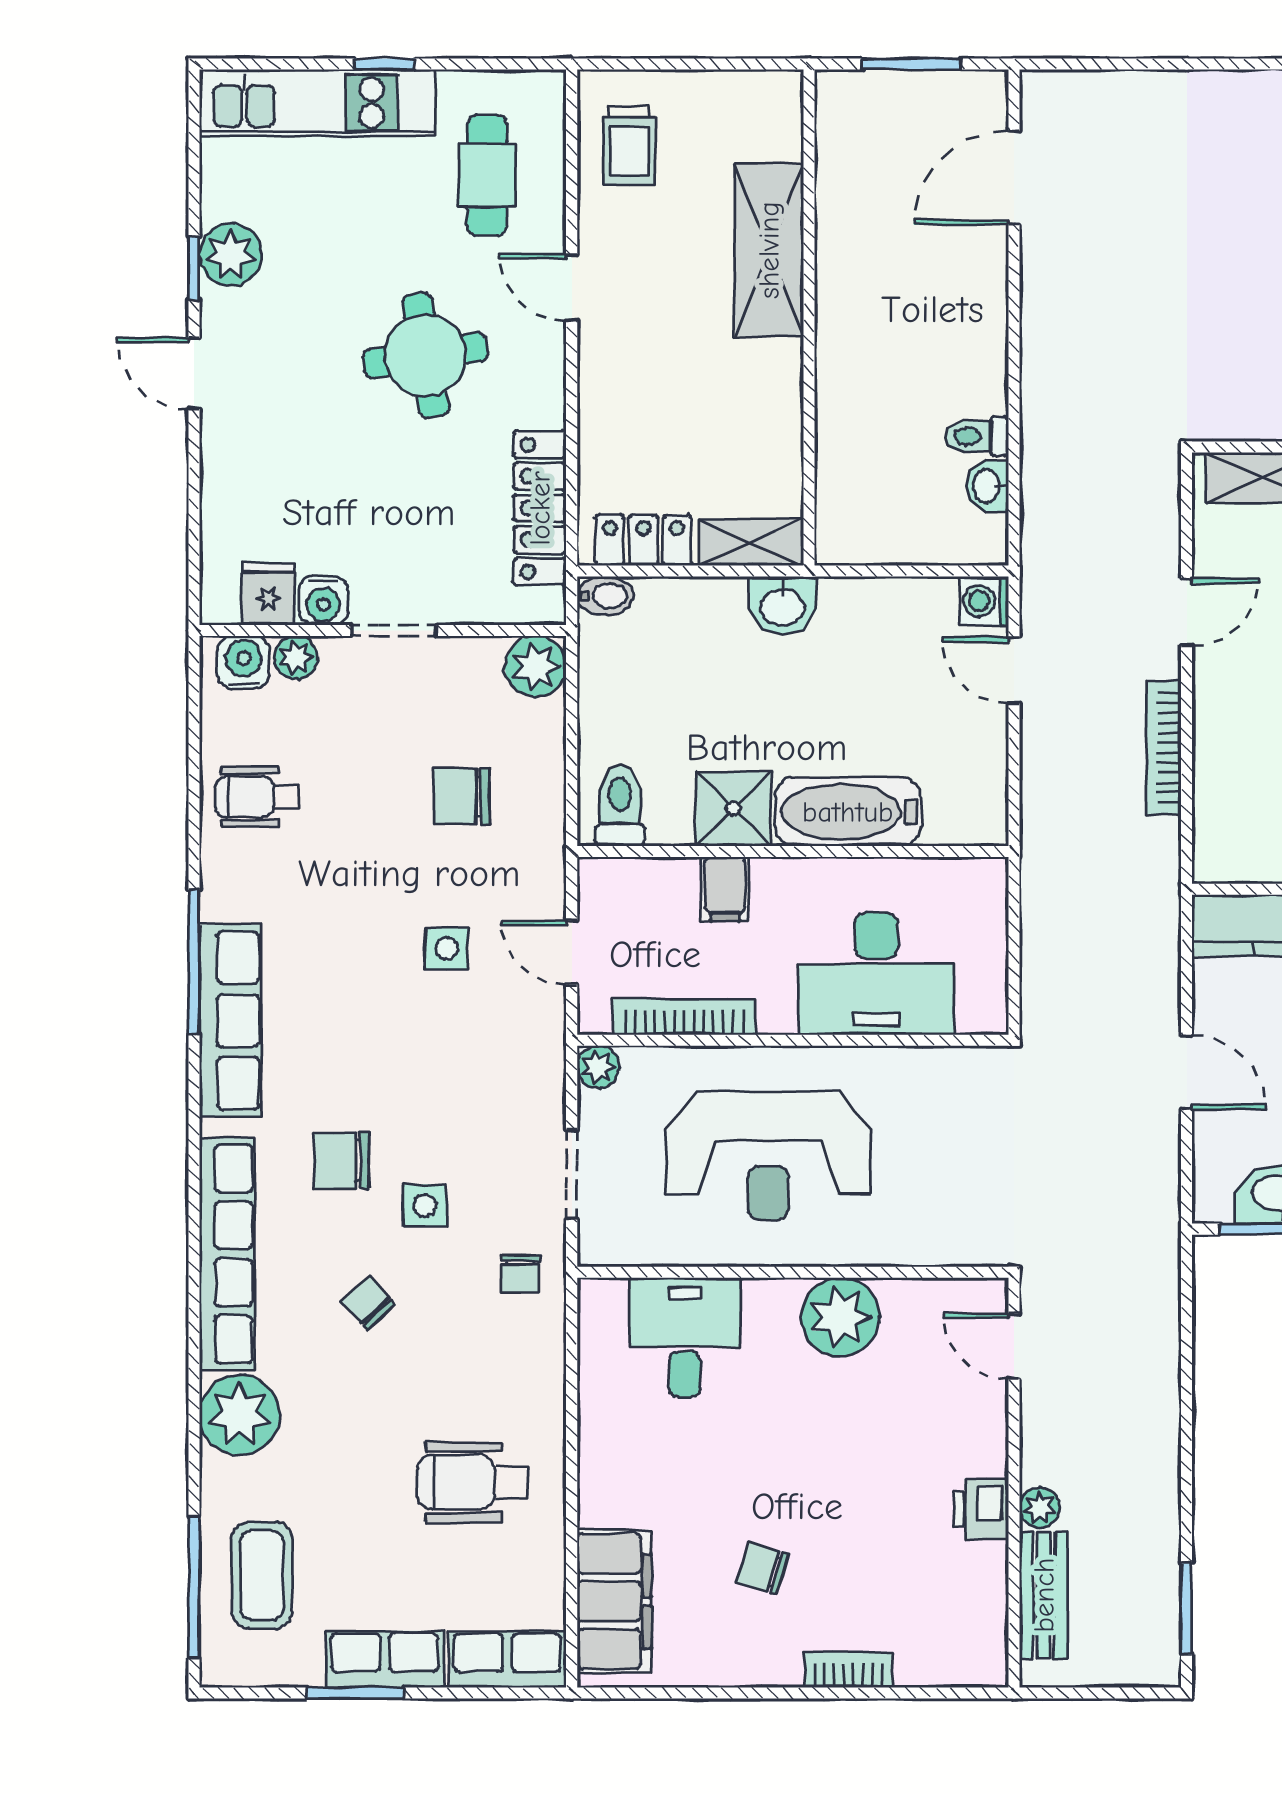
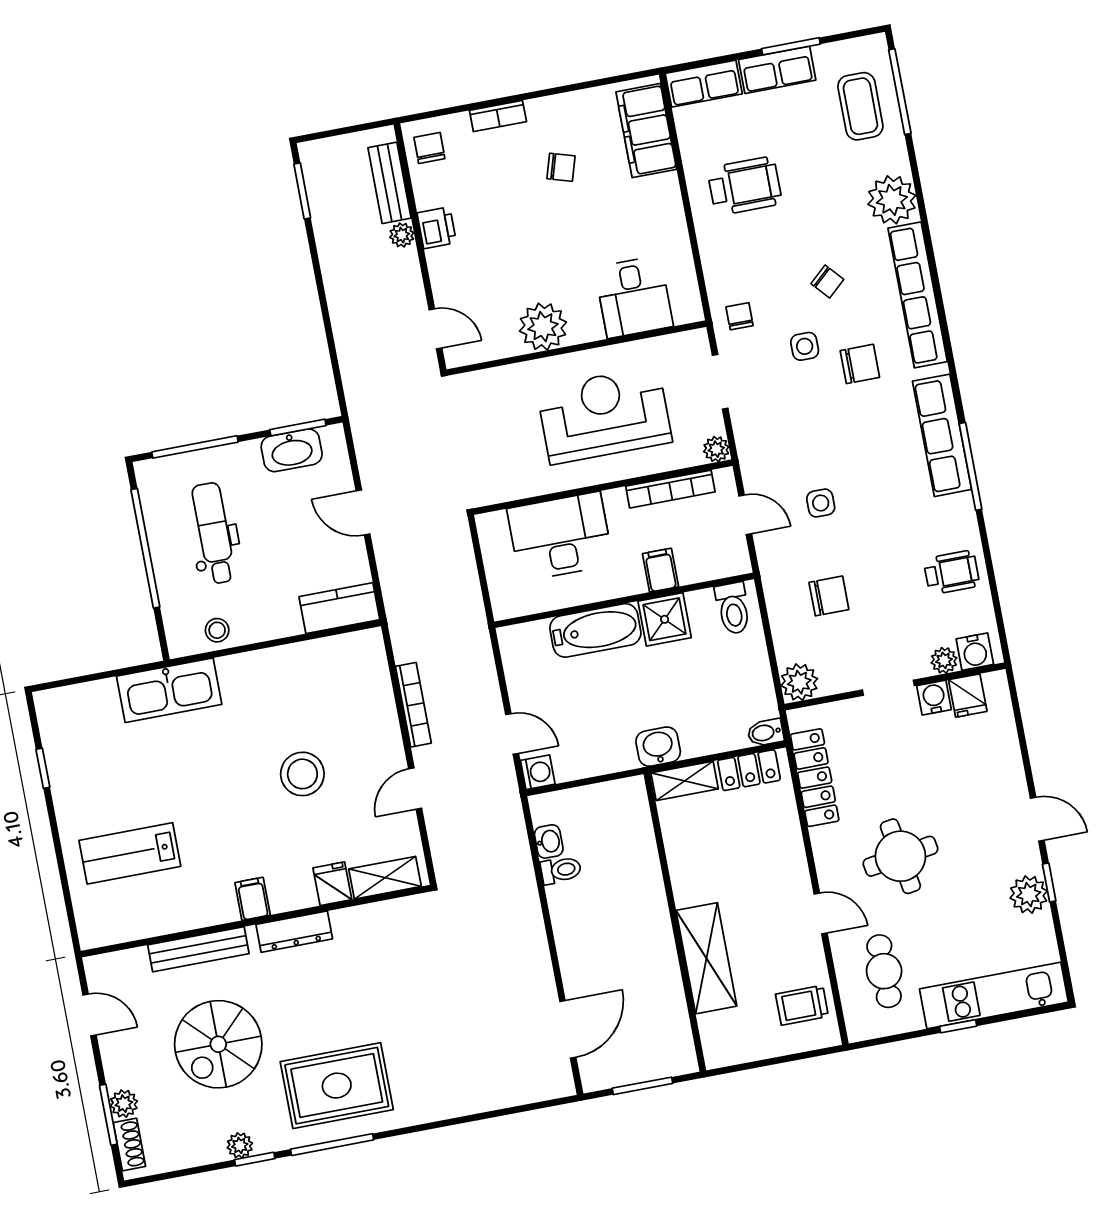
trolley: (629, 145) -> (802, 1005), turned -90
chair: (969, 1639) -> (429, 148), added

